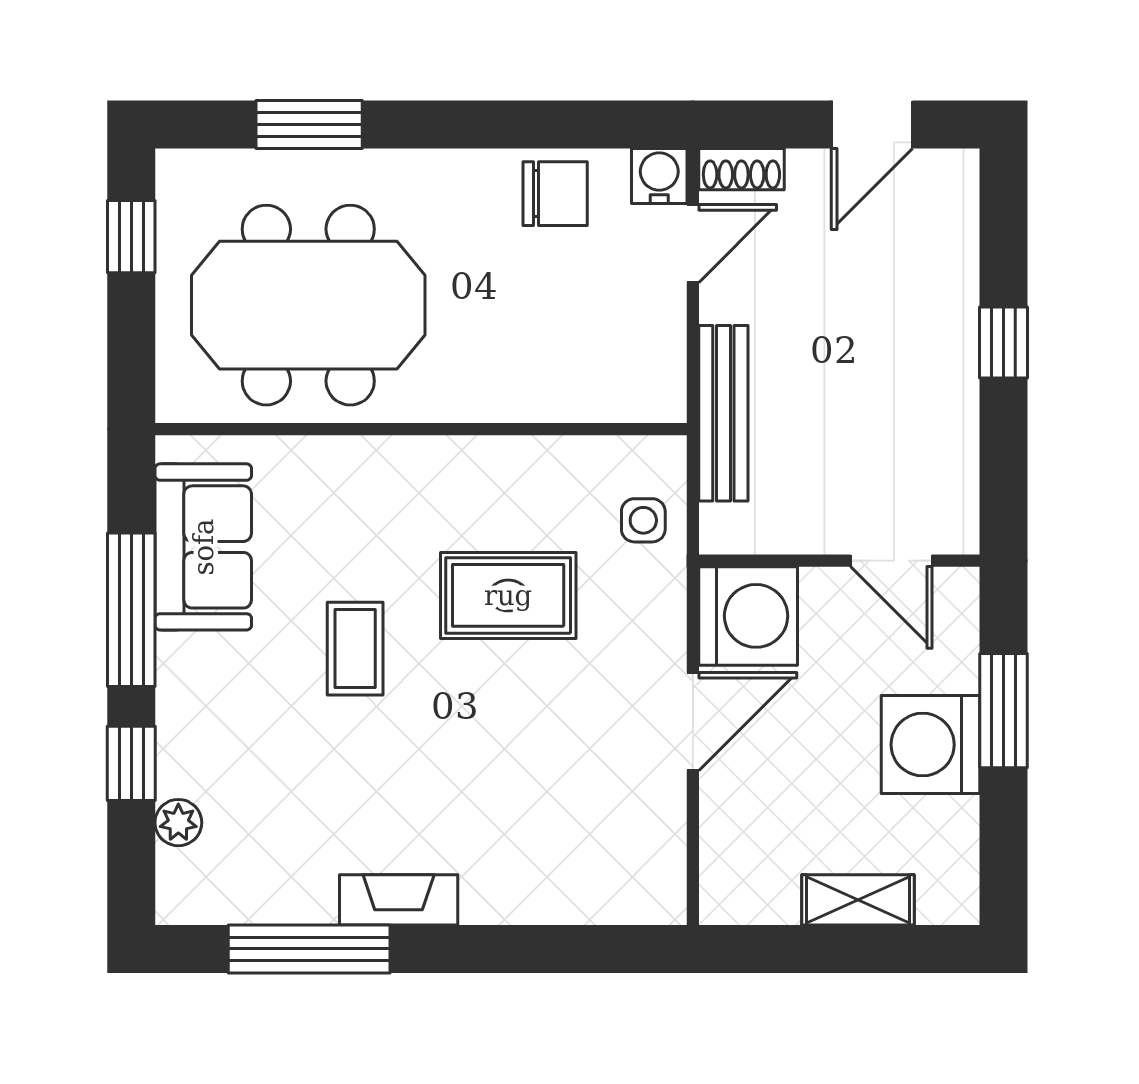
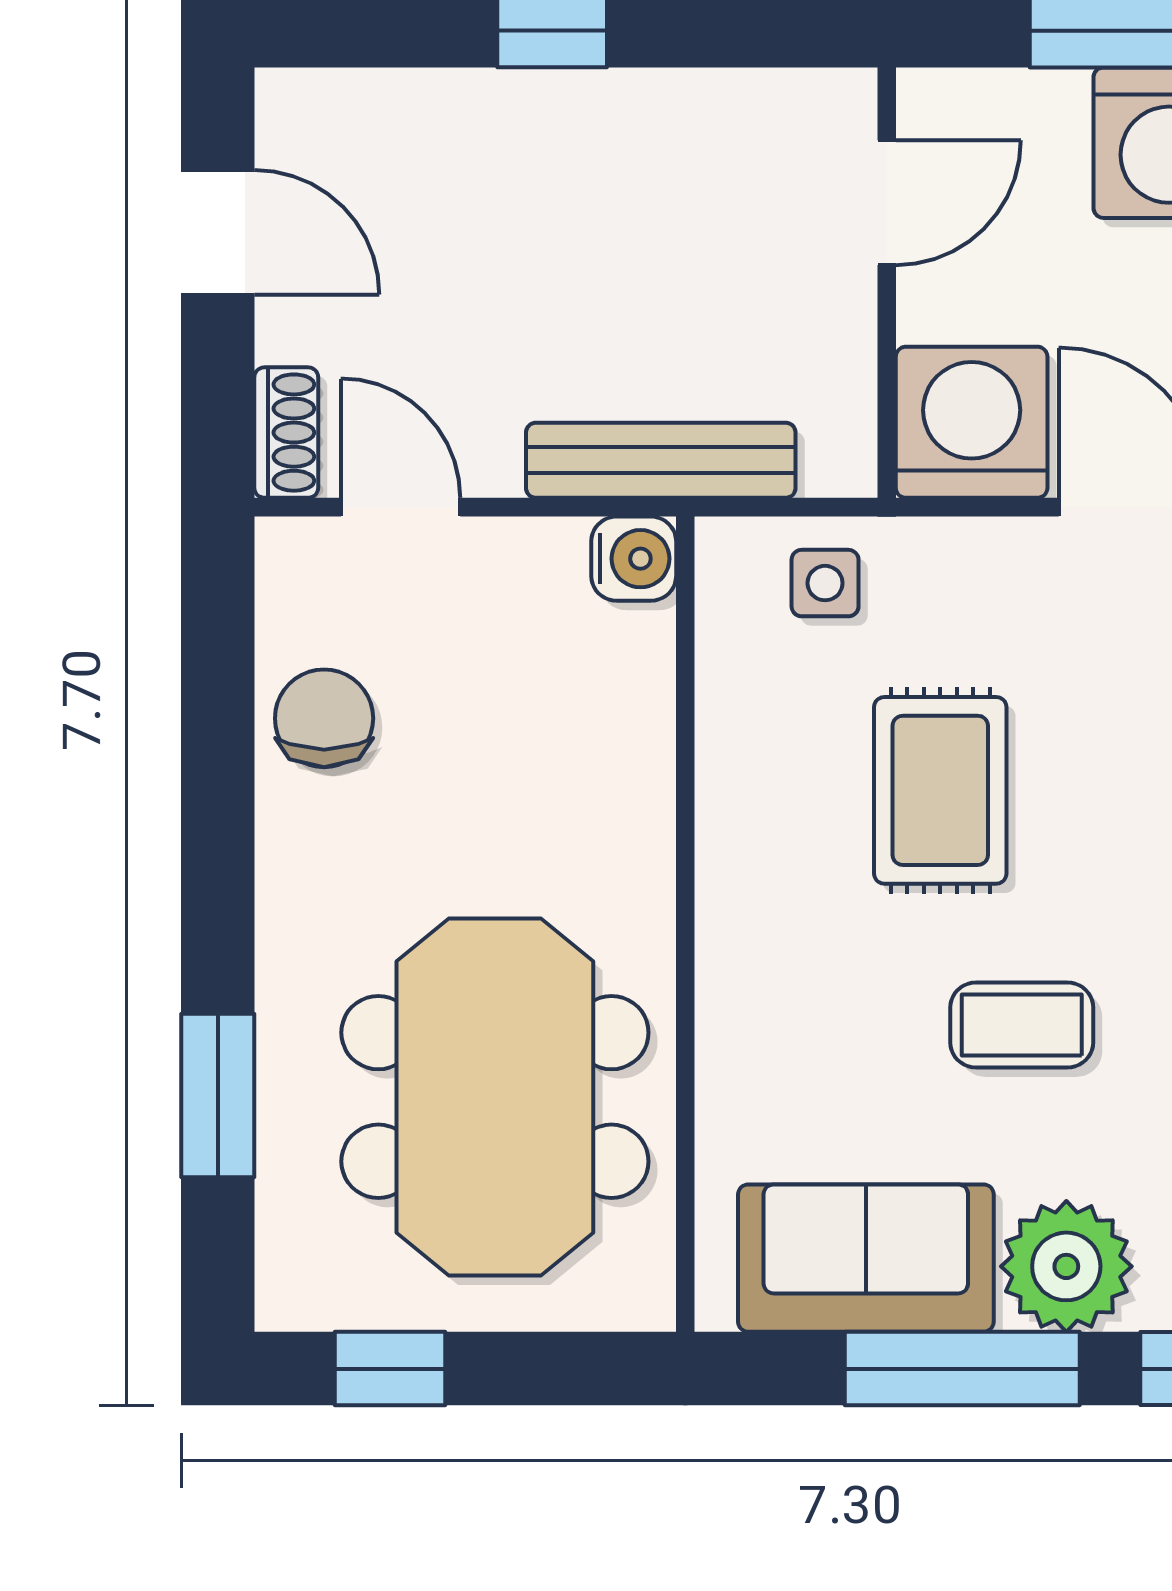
water cooler: (659, 176) -> (634, 559), moved, turned 180
plant: (198, 678) -> (1066, 1266), added

